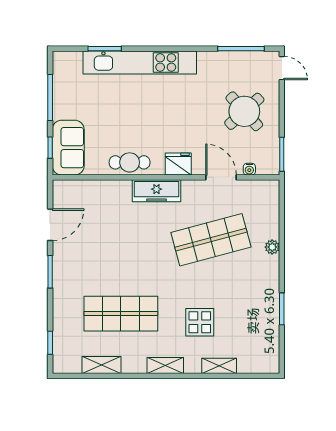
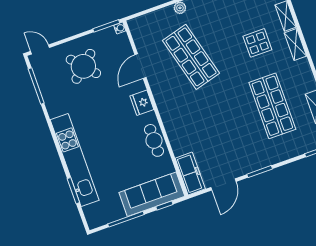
door: (282, 68) -> (40, 49), hinge flipped
sofa: (68, 148) -> (152, 194), width x1.36
water cooler: (249, 169) -> (120, 28), moved
freezer: (156, 191) -> (190, 174), moved
door: (50, 225) -> (223, 184), swing flipped
shelving: (165, 366) -> (295, 44), moved

